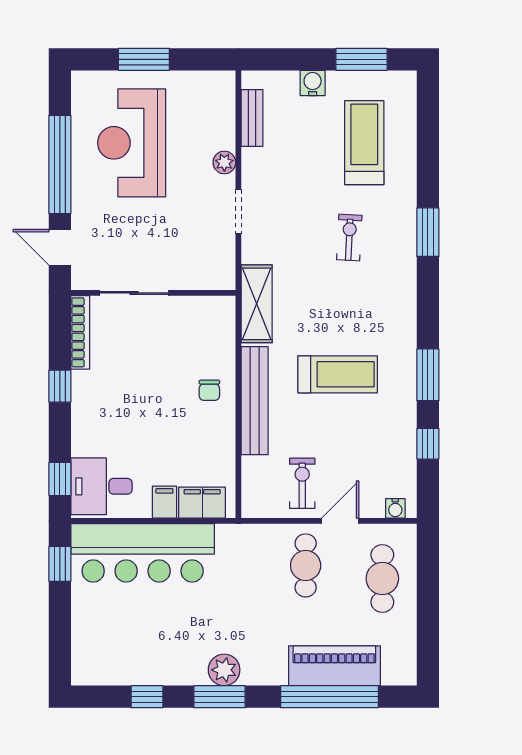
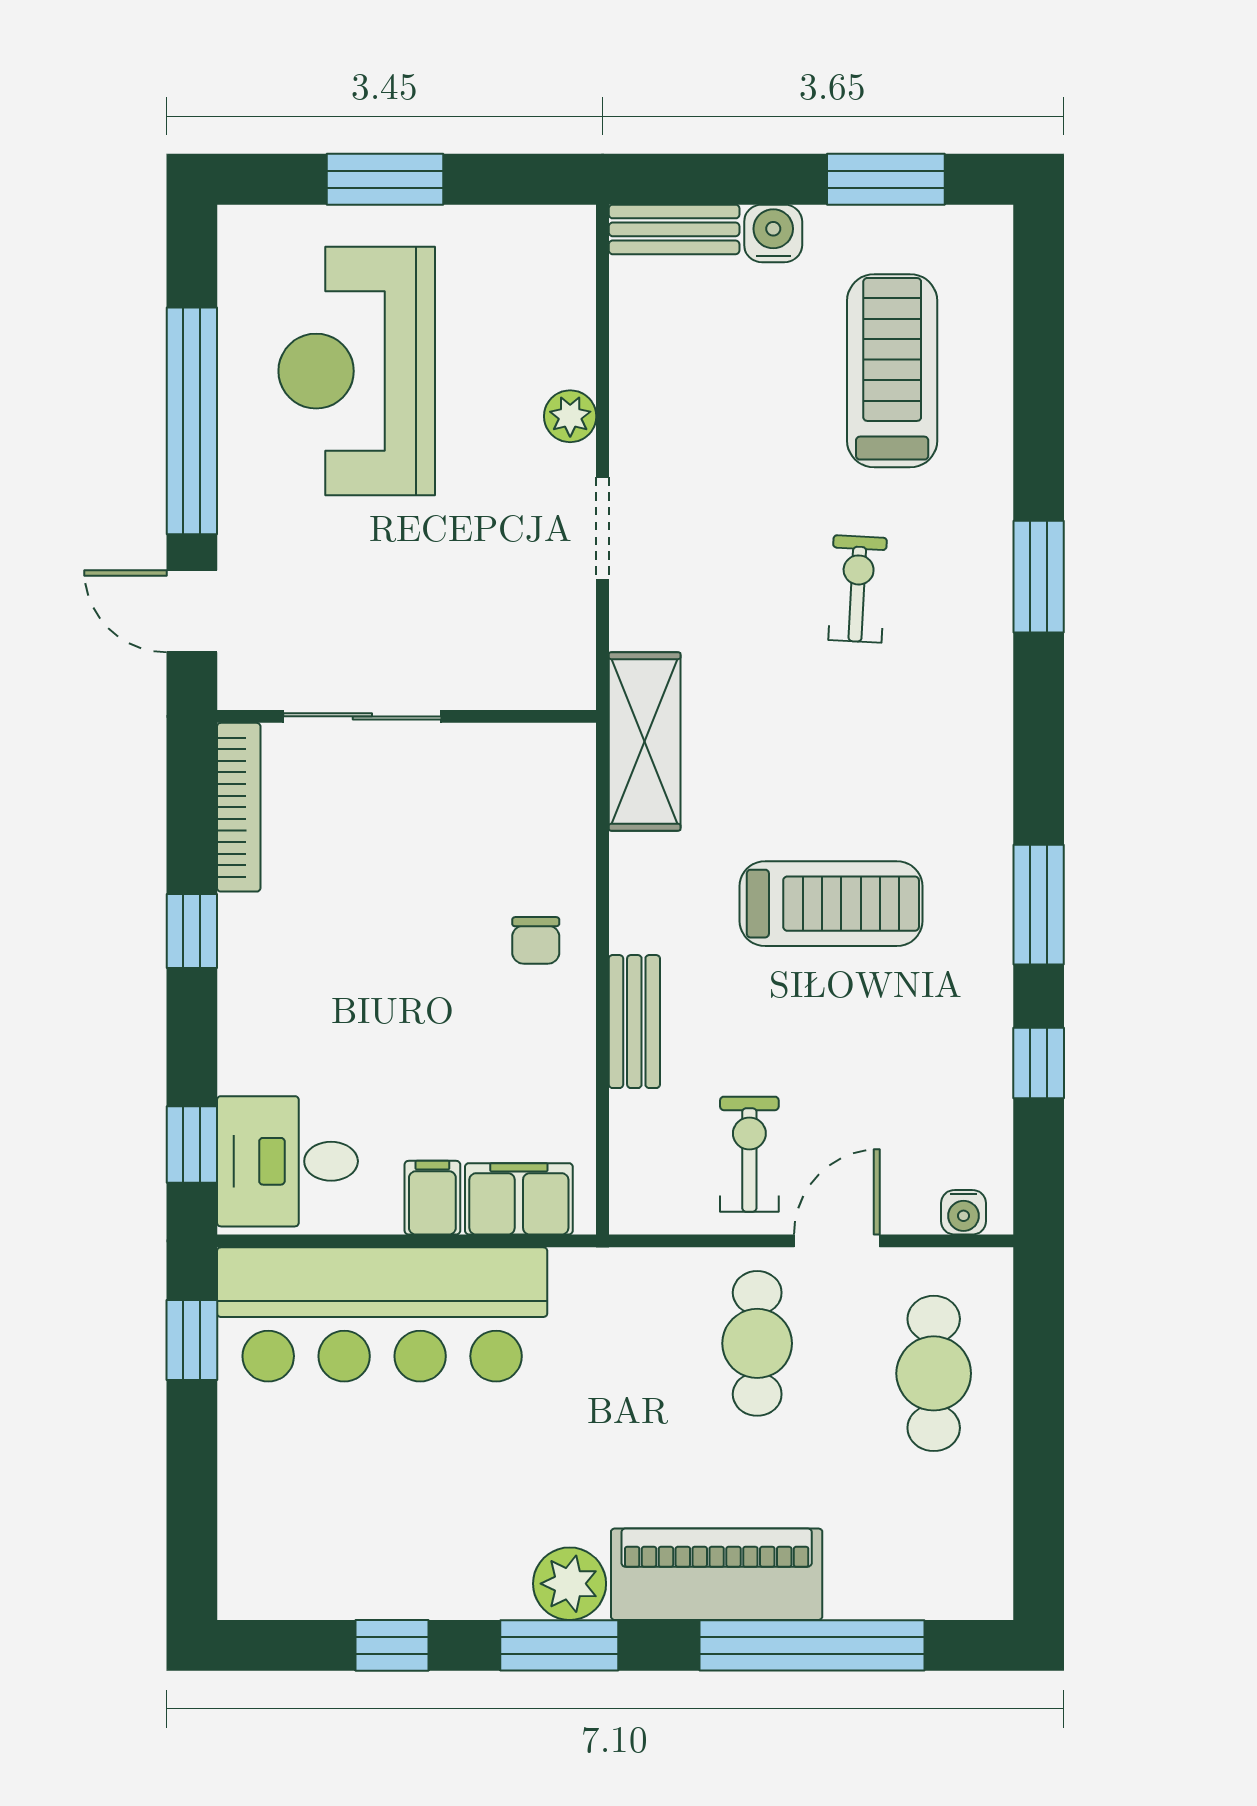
bench: (252, 118) -> (674, 229), moved, turned 90
bench: (255, 401) -> (634, 1022), width x0.54, depth x0.82
piano: (334, 666) -> (717, 1574), moved

